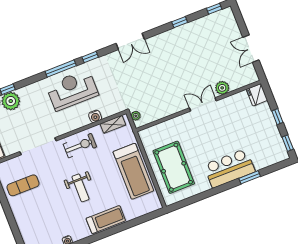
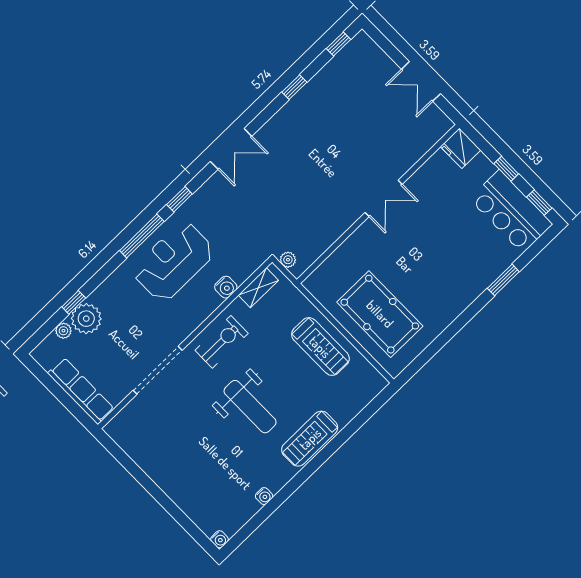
plant: (222, 88) -> (403, 160), removed
double door: (203, 104) -> (384, 198), swing flipped
bar counter: (229, 168) -> (511, 212), moved, turned -90
treadmill: (133, 171) -> (320, 347), width x0.73, depth x0.73
exercise mat: (23, 185) -> (160, 440), removed
weight bench: (80, 188) -> (250, 407), width x1.36, depth x1.33
treadmill: (106, 220) -> (310, 439), turned 180

